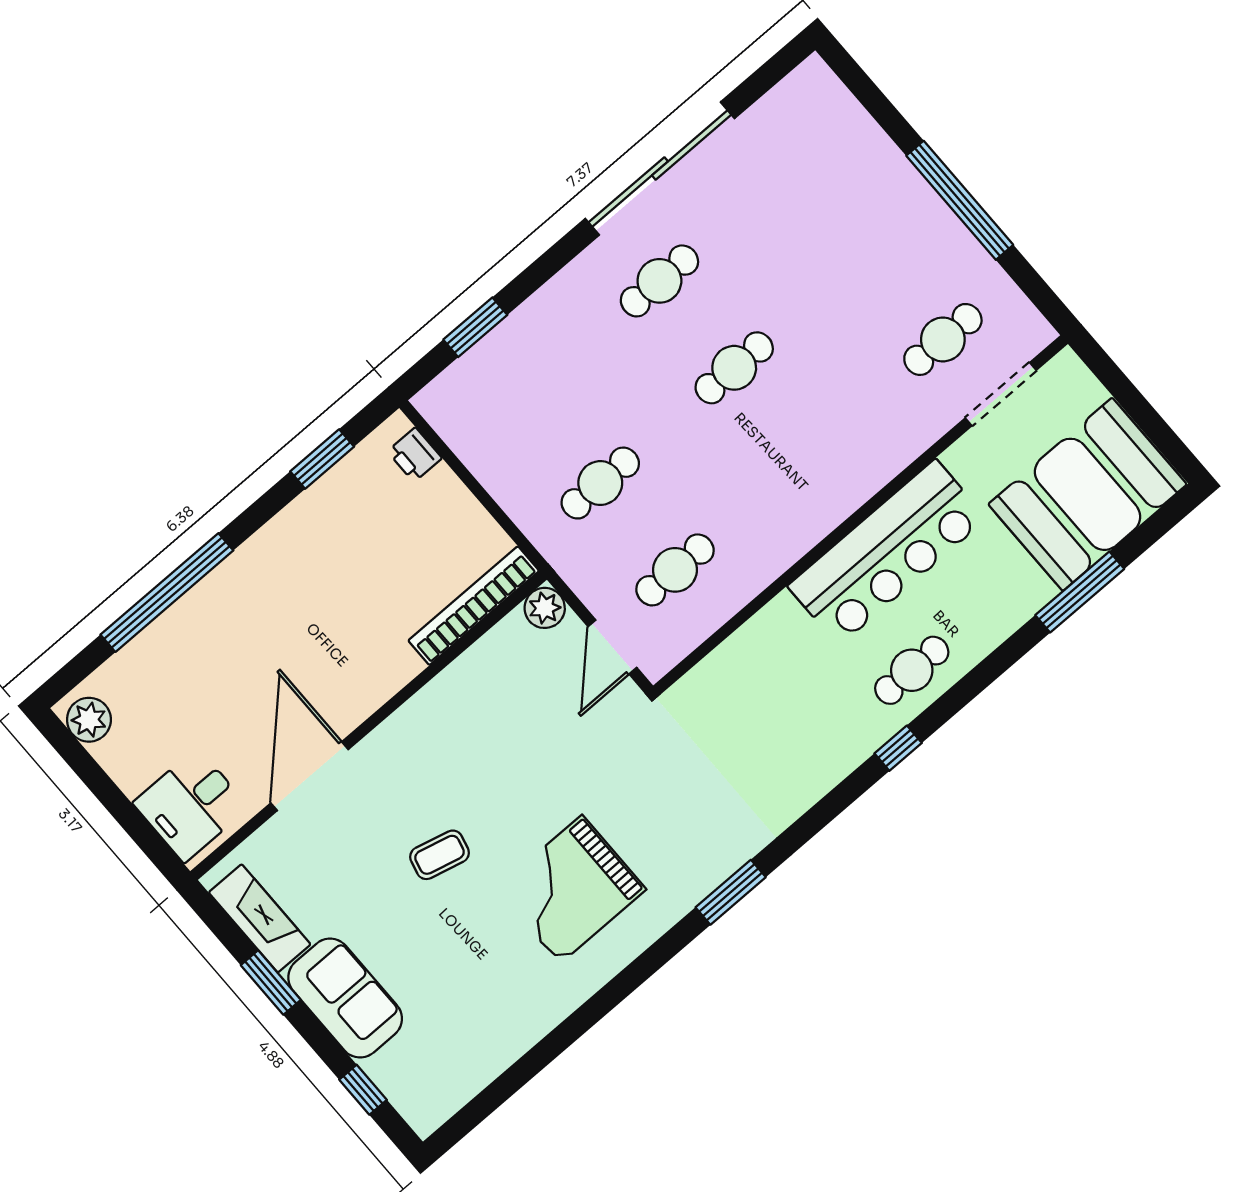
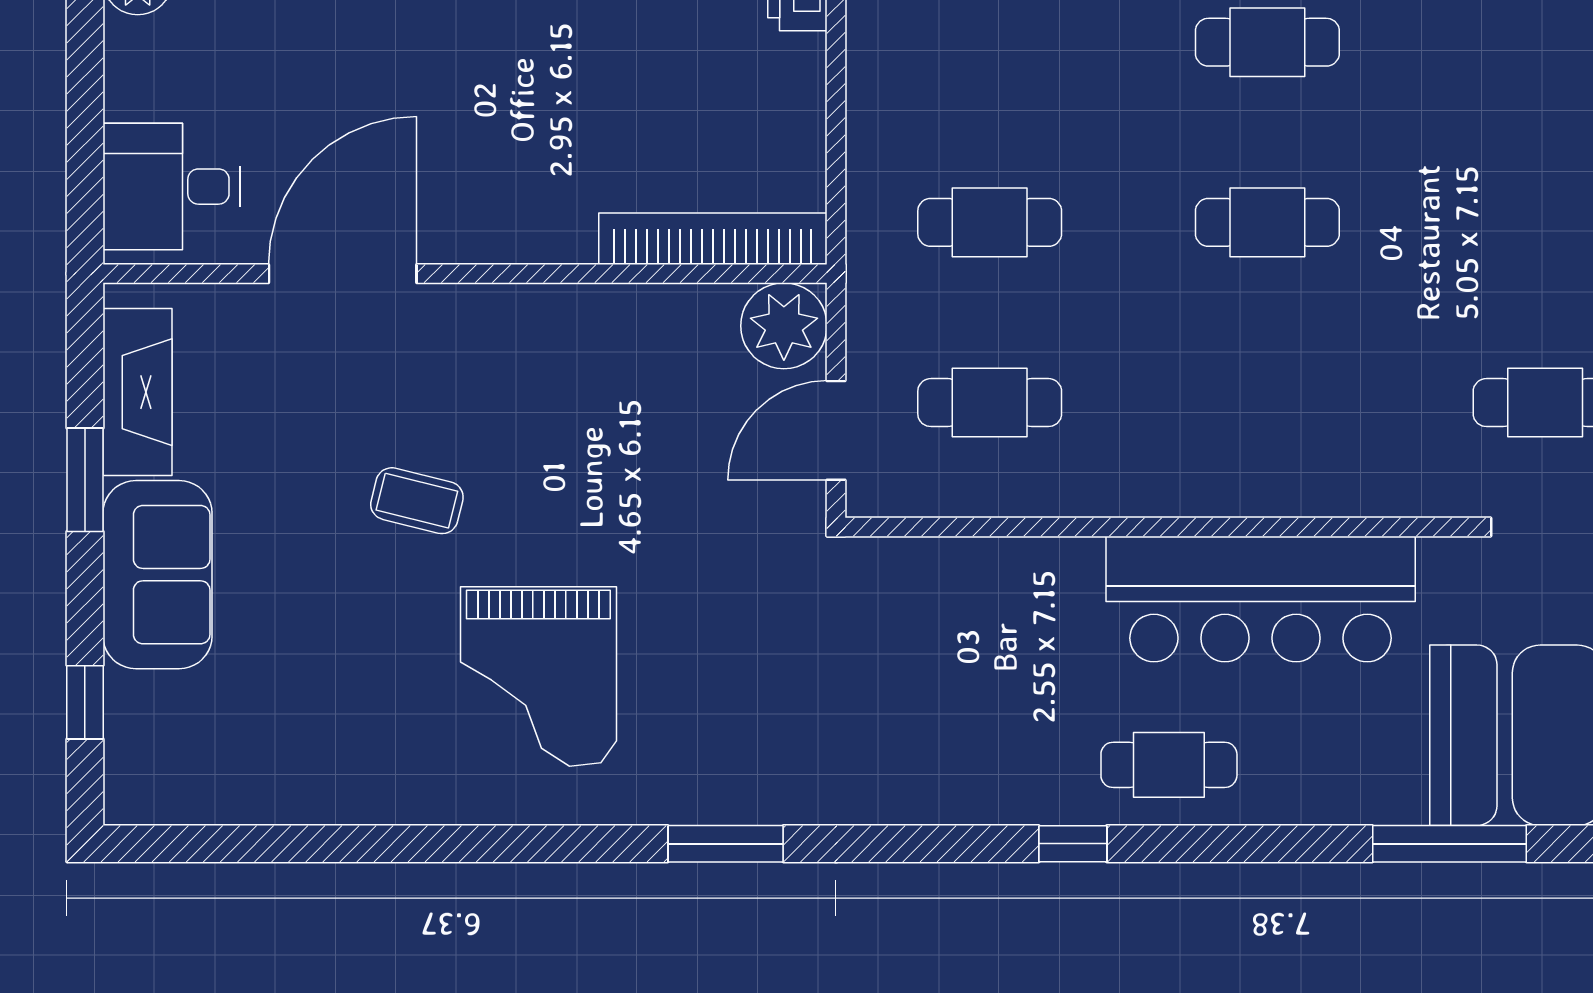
plant: (545, 608) -> (784, 326), width x1.36, depth x1.36
grand piano: (571, 889) -> (538, 676), turned -90

